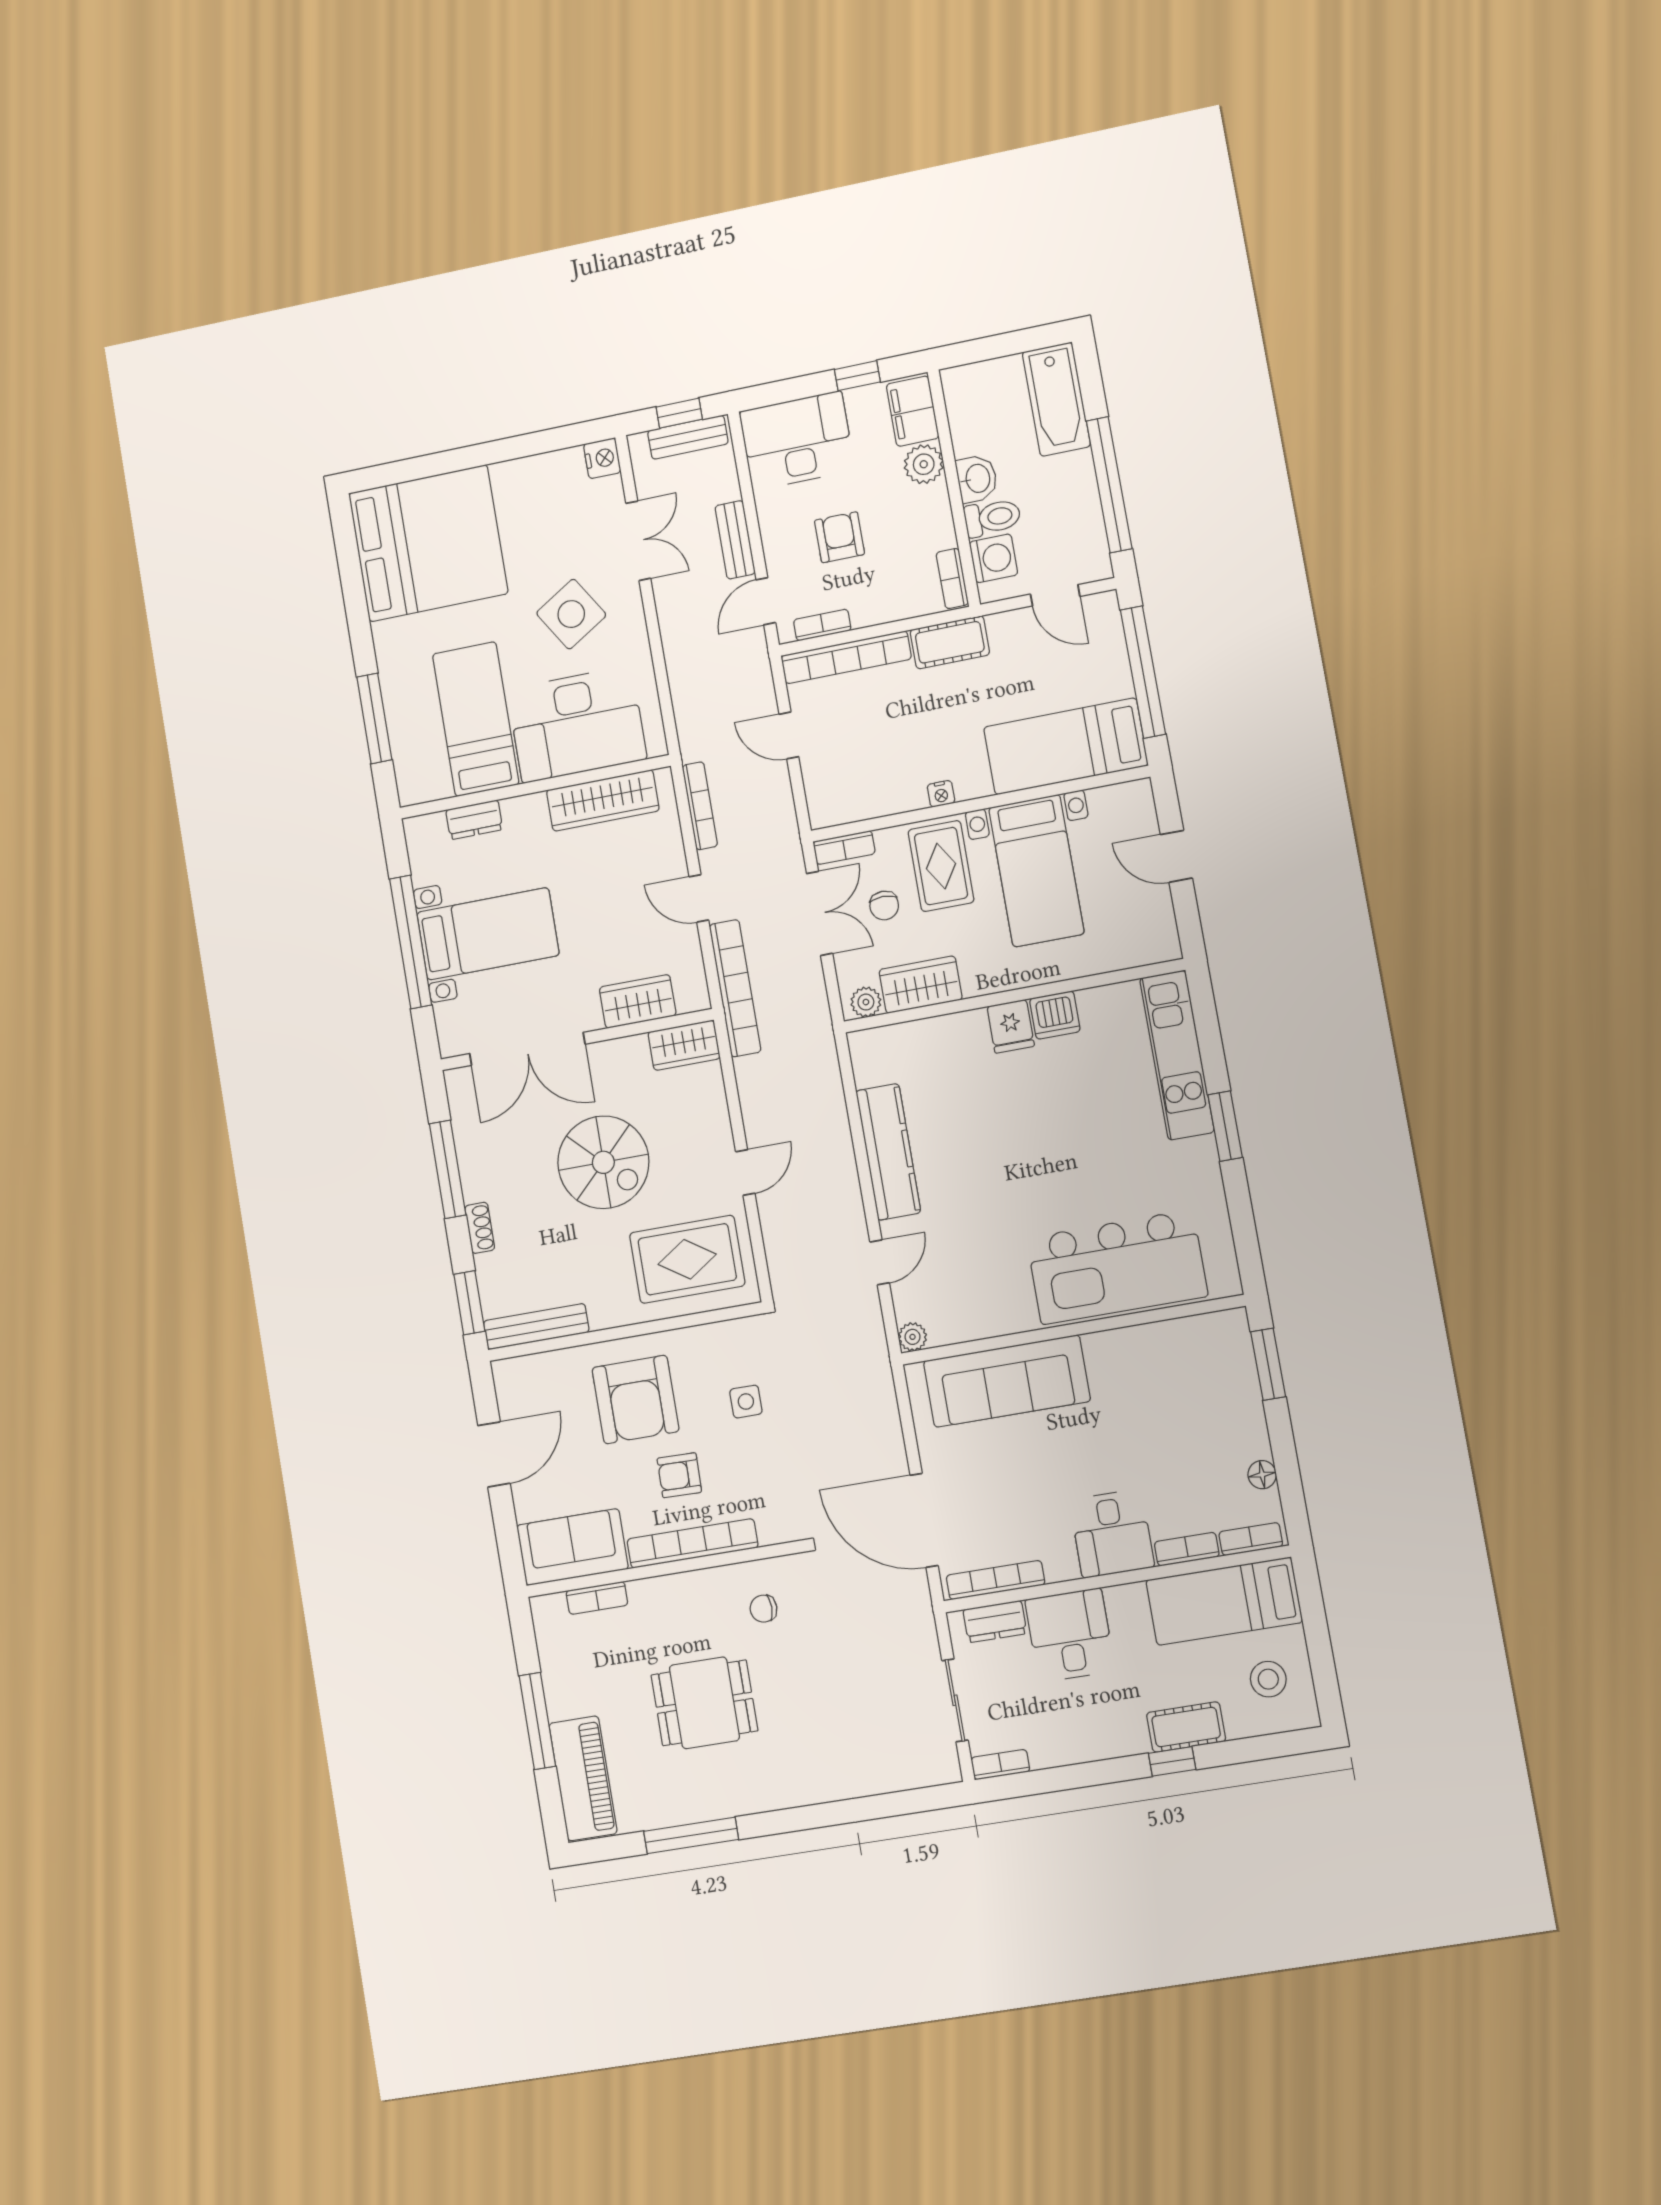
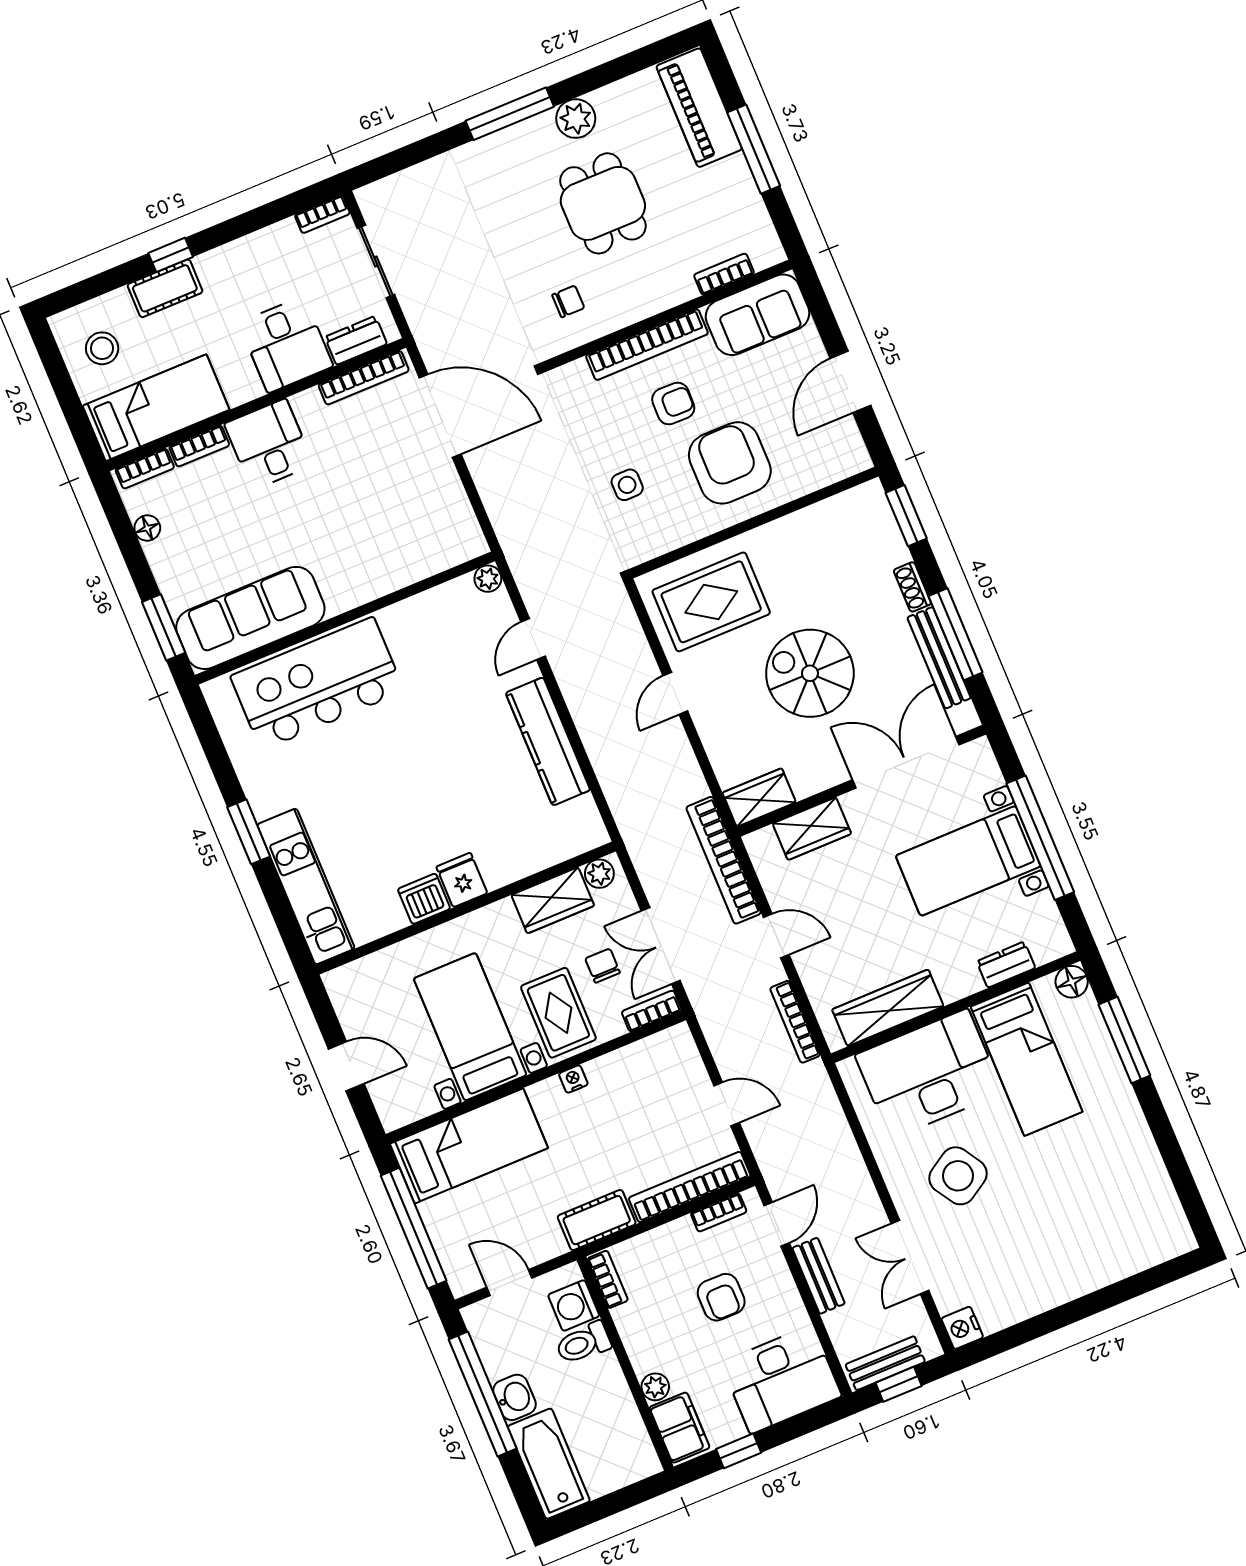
plant: (924, 464) -> (655, 1387), width x0.73, depth x0.73
washbasin: (977, 479) -> (514, 1397), moved, turned 180
bed: (428, 543) -> (1111, 1215), removed
floor lamp: (413, 789) -> (1072, 982), added
bench: (536, 1327) -> (939, 658), moved, turned 90
sofa: (1007, 1381) -> (250, 618), moved
dining table: (704, 1703) -> (603, 203), turned 90
plant: (712, 1799) -> (576, 119), added
window: (691, 1835) -> (510, 114), moved

